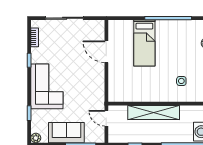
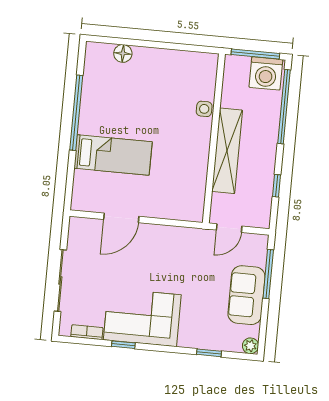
side table: (181, 81) -> (204, 109), moved
corner sofa: (47, 86) -> (142, 317), moved

